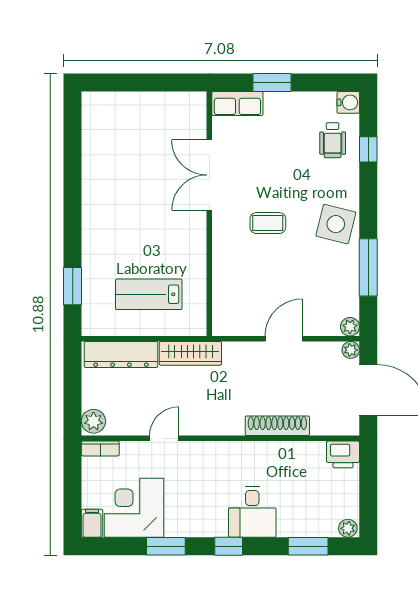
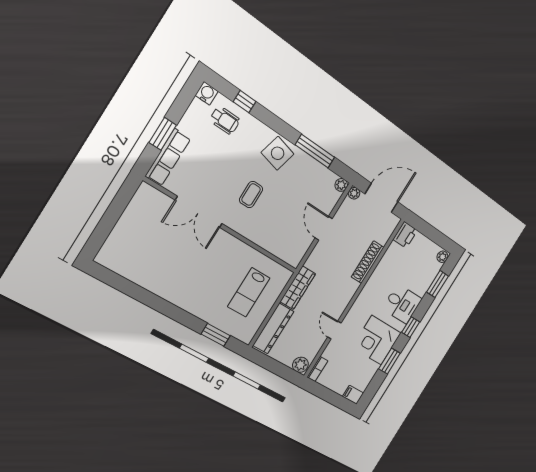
row of seats: (237, 104) -> (168, 157), width x1.48
corner desk: (134, 508) -> (377, 340), moved

